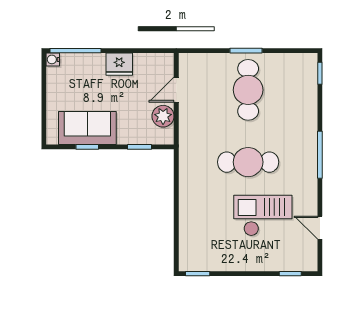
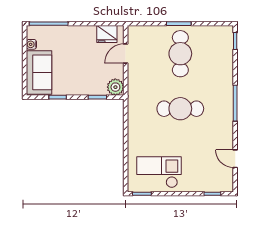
water cooler: (53, 59) -> (31, 44), moved
fridge: (119, 64) -> (107, 34), moved
plant: (163, 116) -> (115, 87), moved
sofa: (87, 128) -> (39, 72), moved, turned 90
checkout: (263, 216) -> (159, 172), moved

